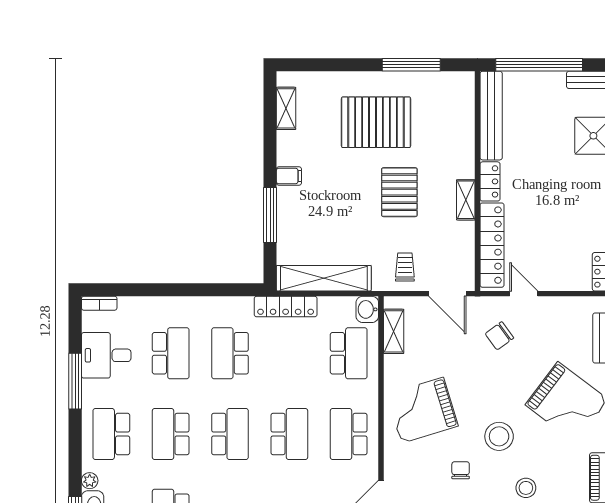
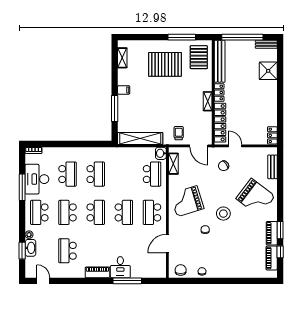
pallet: (399, 192) -> (199, 57), moved
locker: (286, 307) -> (122, 152), removed
school desk: (230, 353) -> (96, 174), turned 180
desk: (106, 355) -> (37, 179), width x1.37
stool: (526, 488) -> (236, 238), removed

